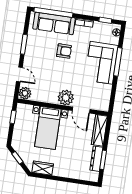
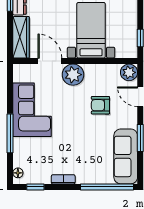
sofa: (54, 23) -> (126, 156), moved, turned -90
armchair: (64, 51) -> (100, 105), moved
corner sofa: (101, 63) -> (32, 110), moved

